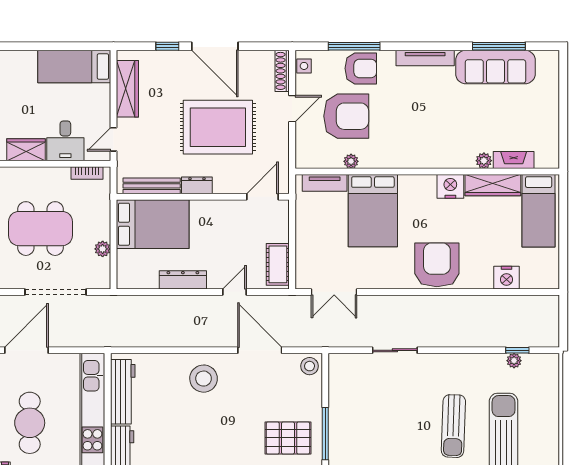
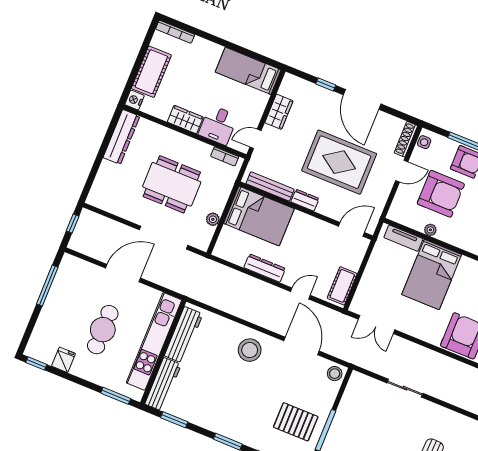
wardrobe: (127, 89) -> (279, 112), width x0.67

